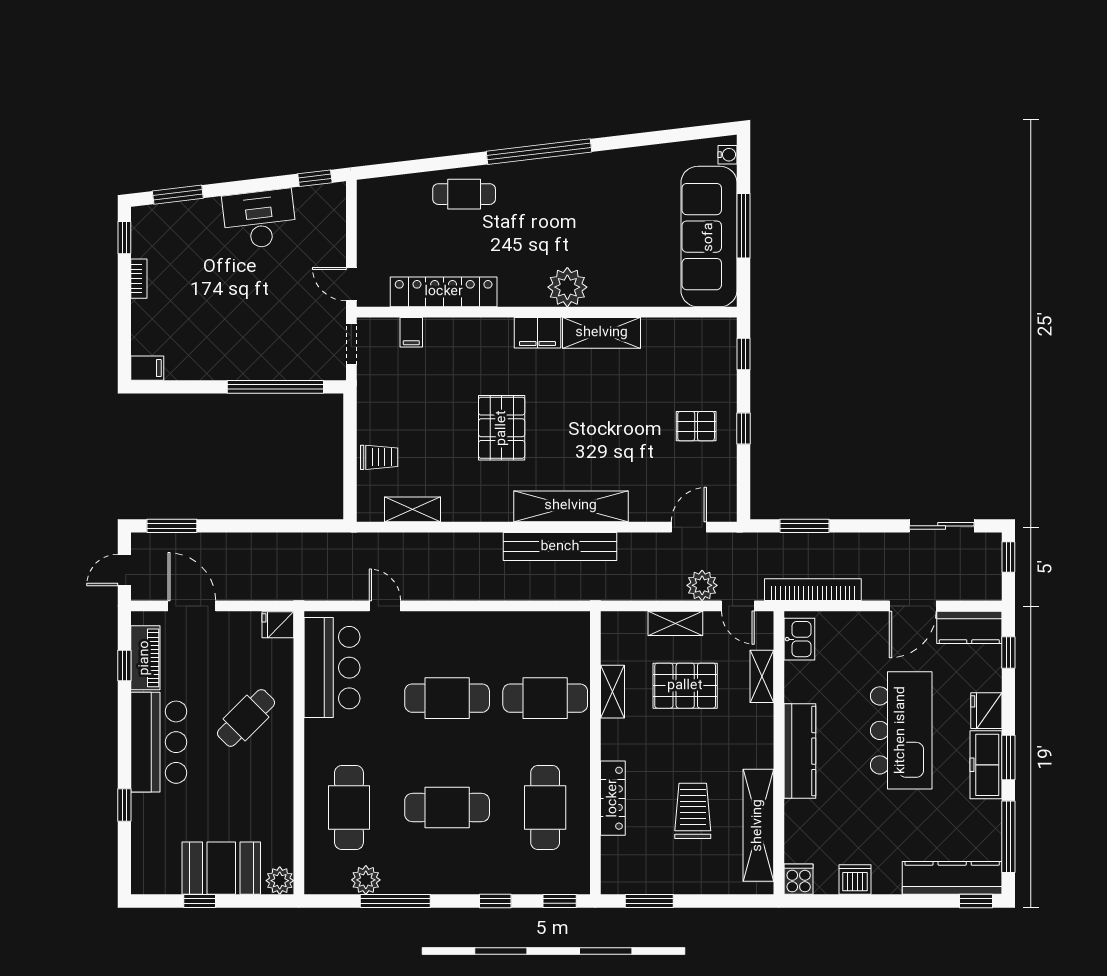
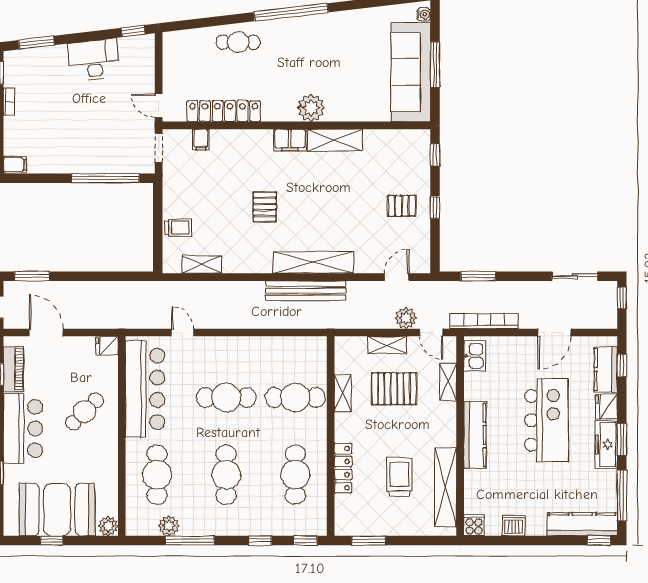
pallet: (502, 428) -> (265, 207), width x0.67, depth x0.71
kitchen counter: (969, 627) -> (606, 369), moved, turned 90
bar counter: (332, 668) -> (145, 389), width x1.36
cafe table: (447, 808) -> (226, 475), turned 90
booth: (221, 868) -> (57, 510), width x1.36, depth x1.42

